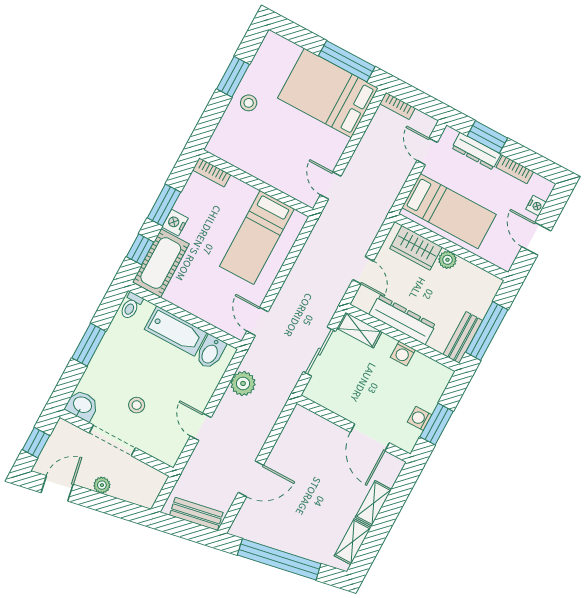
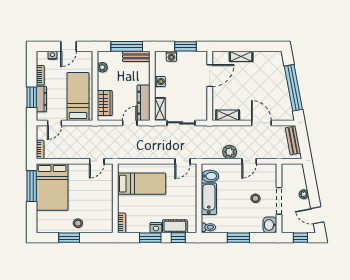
plant: (447, 260) -> (102, 67), moved
cot: (161, 263) -> (175, 226), width x0.73, depth x0.75
dresser: (402, 320) -> (144, 103), moved
plant: (243, 383) -> (230, 152), moved
washing machine: (420, 418) -> (171, 56), moved
shelving: (353, 542) -> (228, 115), moved

